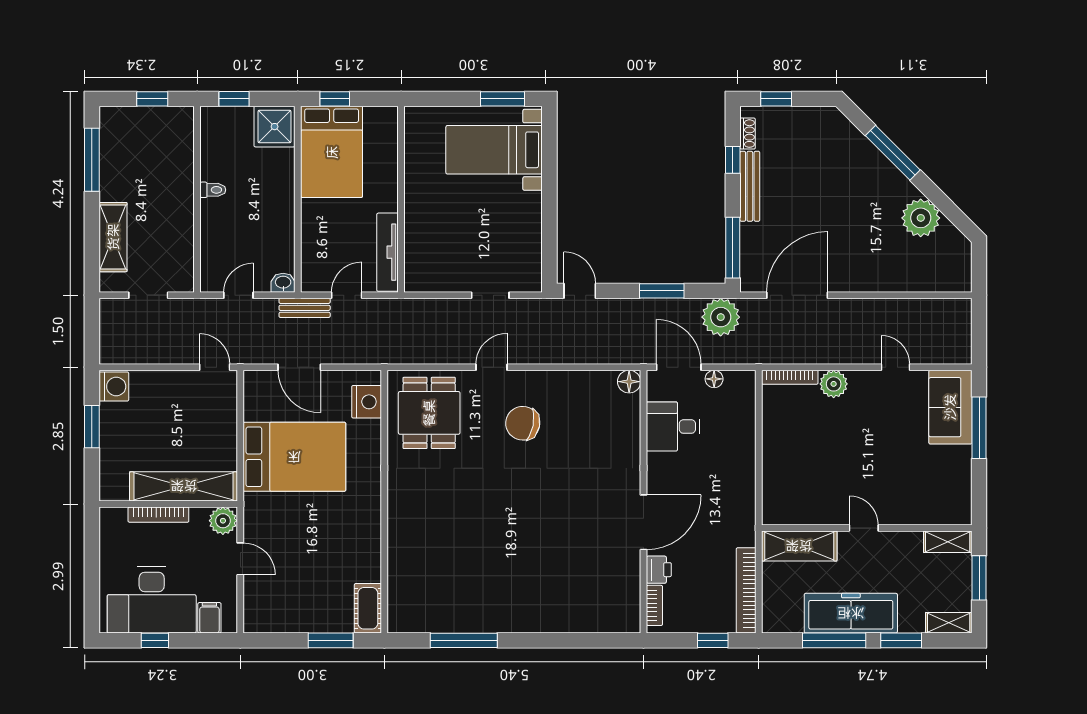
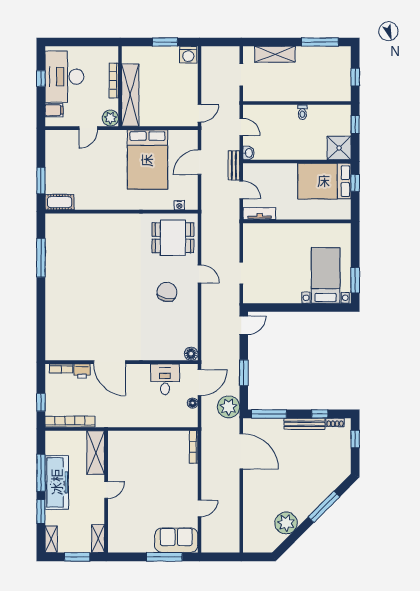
tv unit: (388, 252) -> (260, 214), width x0.71
plant: (834, 384) -> (190, 472), removed
nightstand: (367, 402) -> (179, 205), width x0.53, depth x0.56

